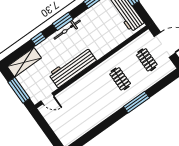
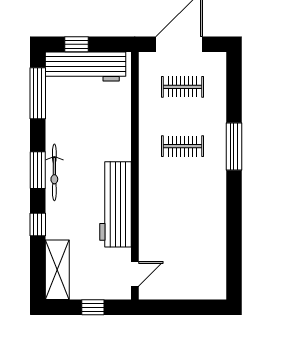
window: (19, 90) -> (93, 307), width x0.46

